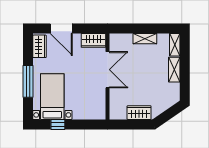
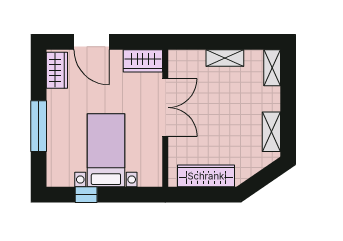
shelving: (174, 70) -> (271, 132), moved
bed with nightstands: (52, 97) -> (106, 150), moved
wardrobe: (139, 113) -> (206, 176), width x1.50

